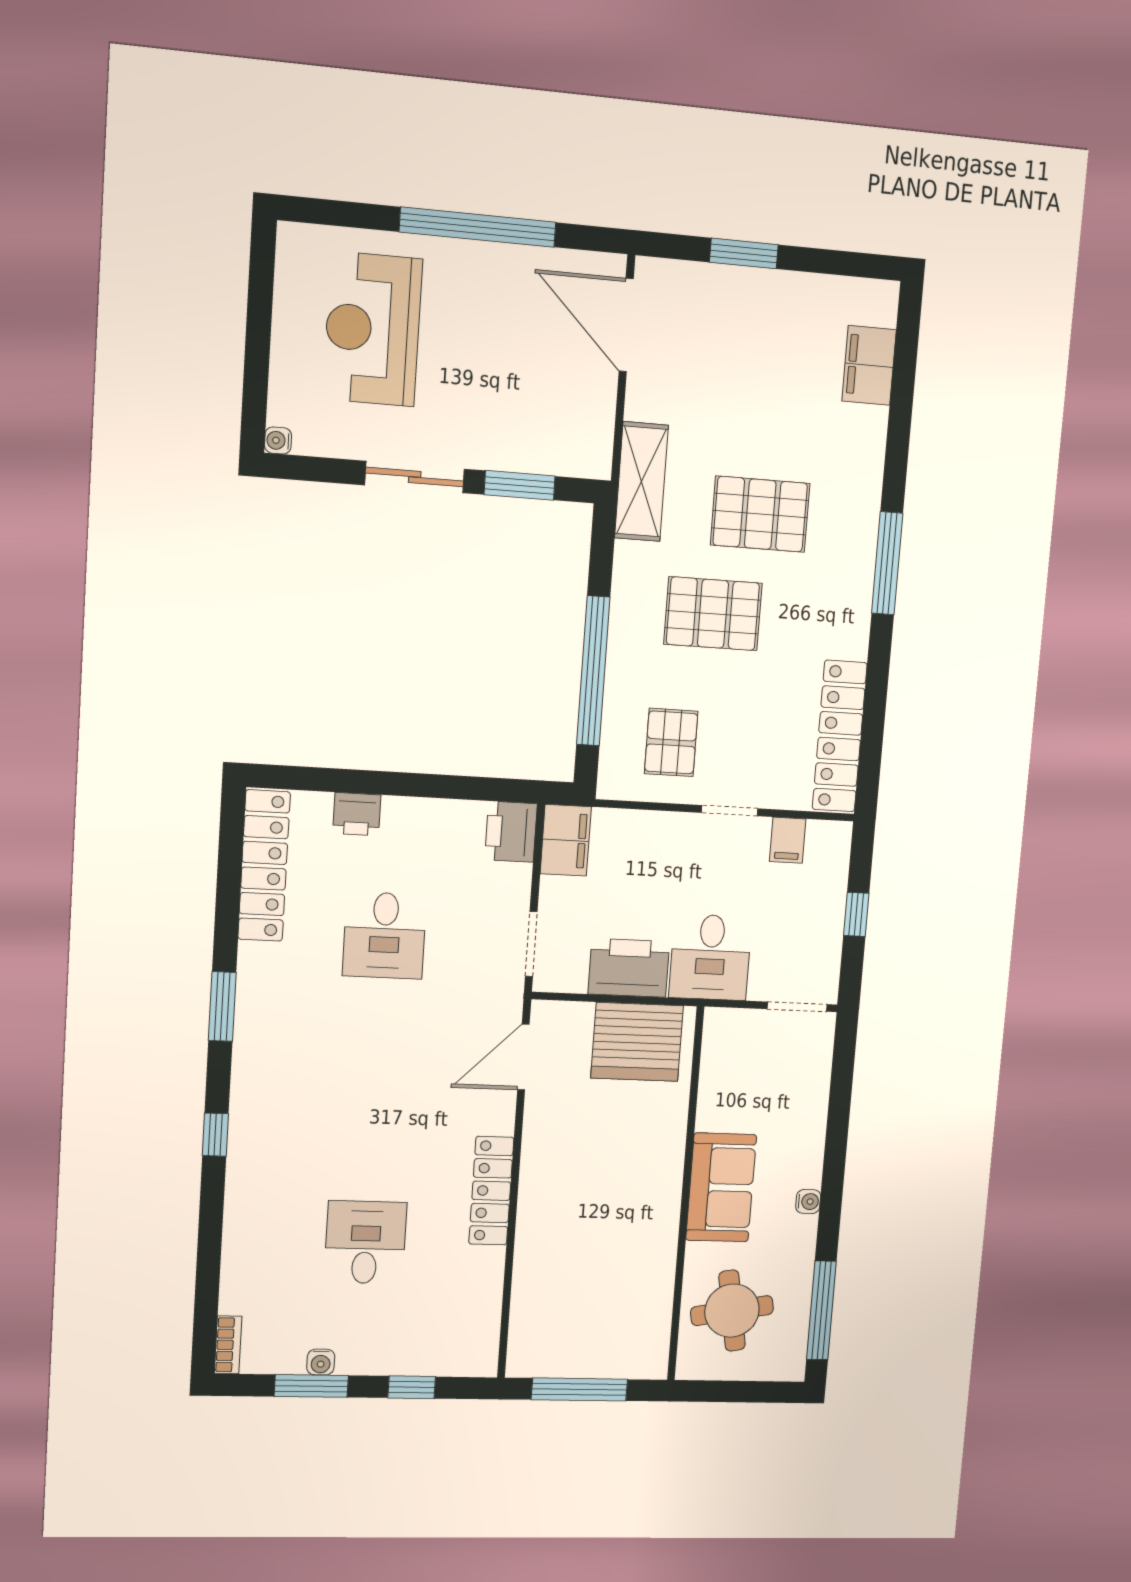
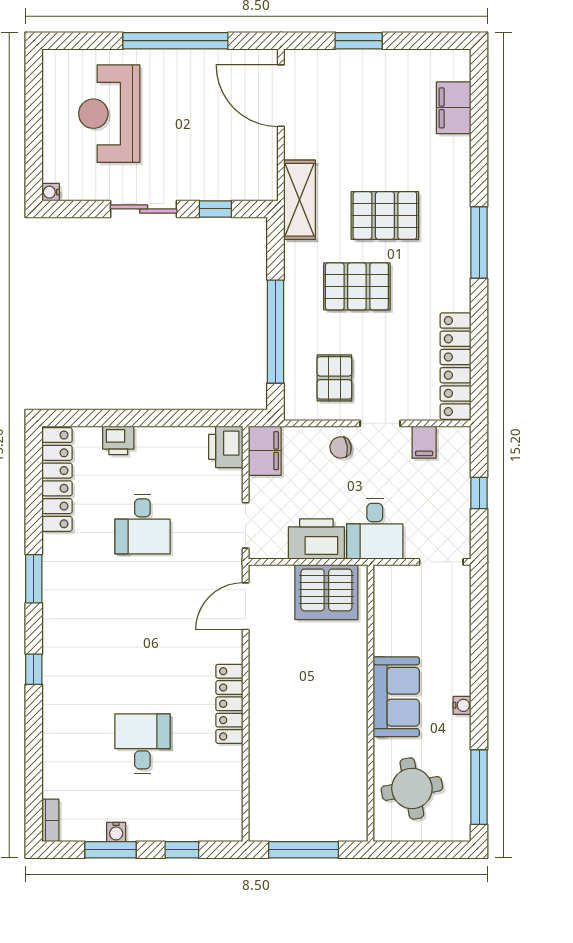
window: (520, 485) -> (215, 209), width x0.67
chair: (672, 841) -> (341, 447), added

